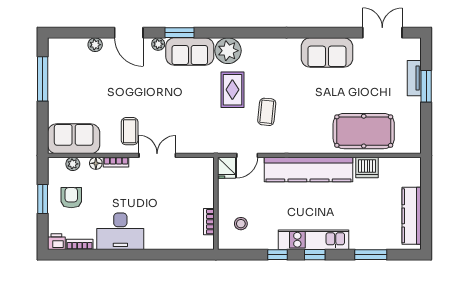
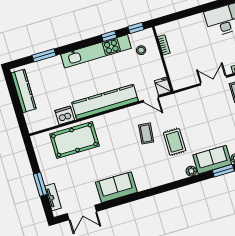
plant: (228, 51) -> (191, 171), width x0.53, depth x0.53
tv unit: (414, 78) -> (53, 197), moved
double door: (157, 155) -> (213, 80), swing flipped
door: (247, 155) -> (151, 99), swing flipped
kitchen unit: (314, 240) -> (96, 51), width x1.36
window: (315, 255) -> (136, 28), moved

